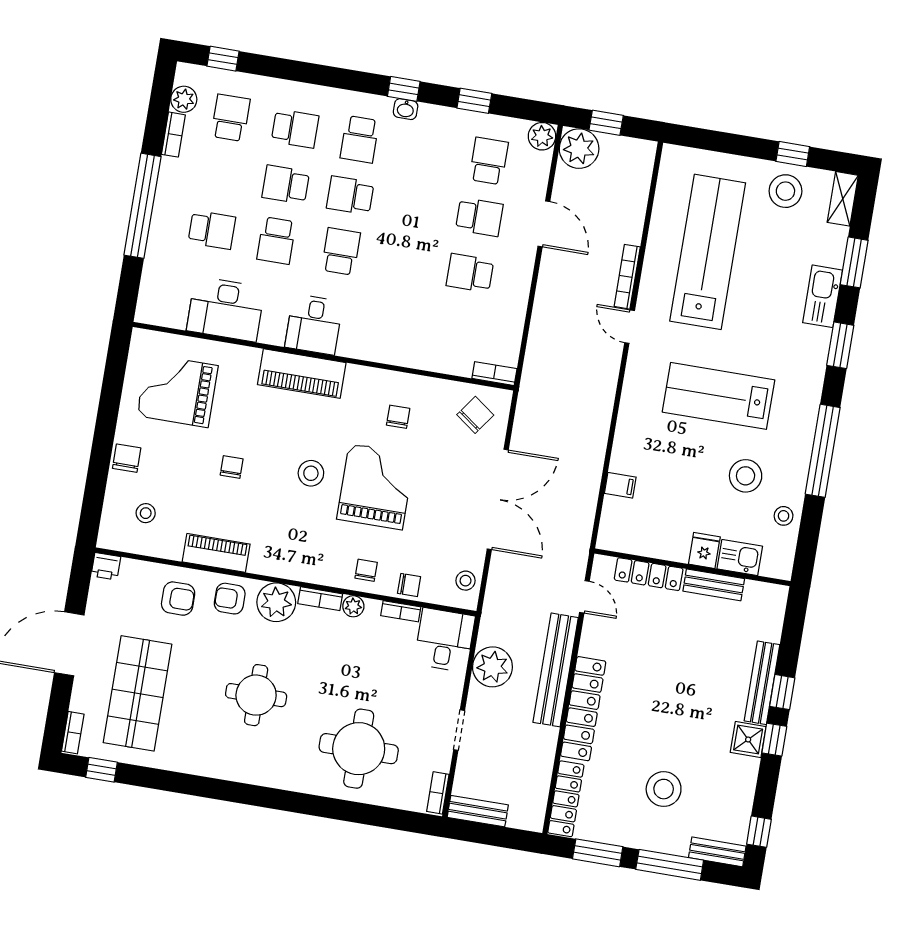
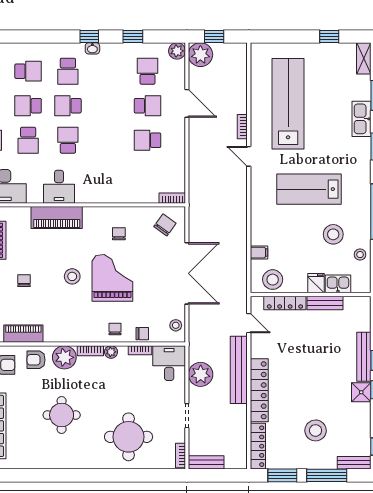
stool: (785, 191) -> (273, 280), moved
bookcase: (627, 277) -> (242, 127), width x0.64

